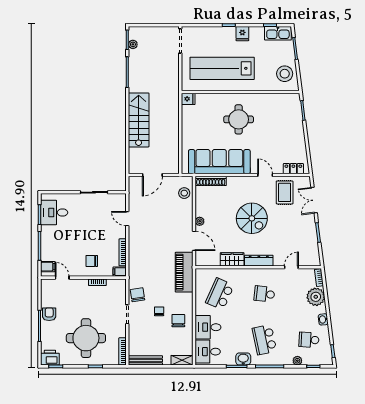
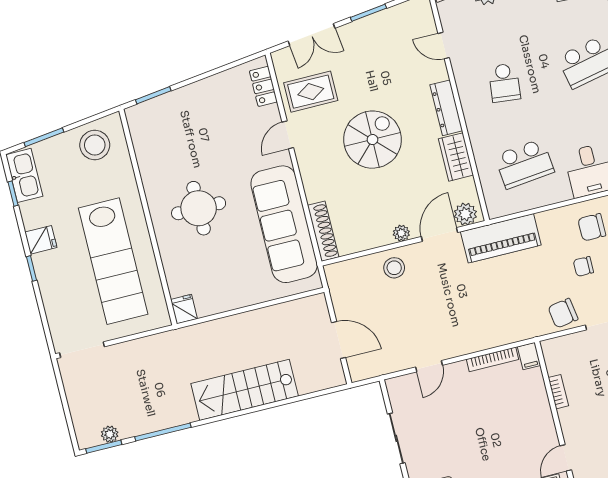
stool: (184, 193) -> (394, 268), moved
plant: (201, 257) -> (465, 214), added
chair: (92, 261) -> (522, 411), removed
school desk: (220, 294) -> (524, 164), turned -30

